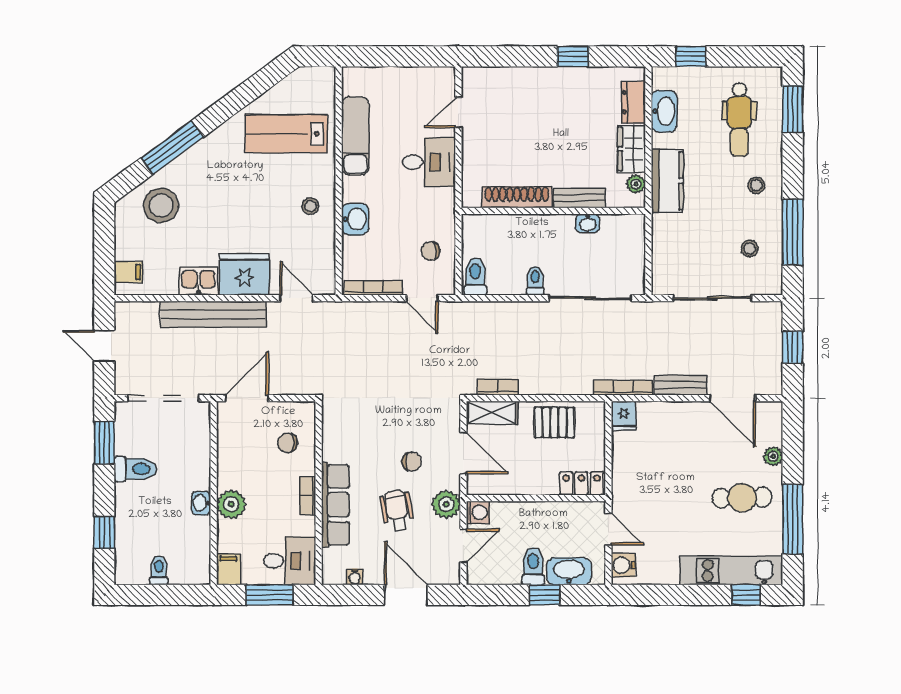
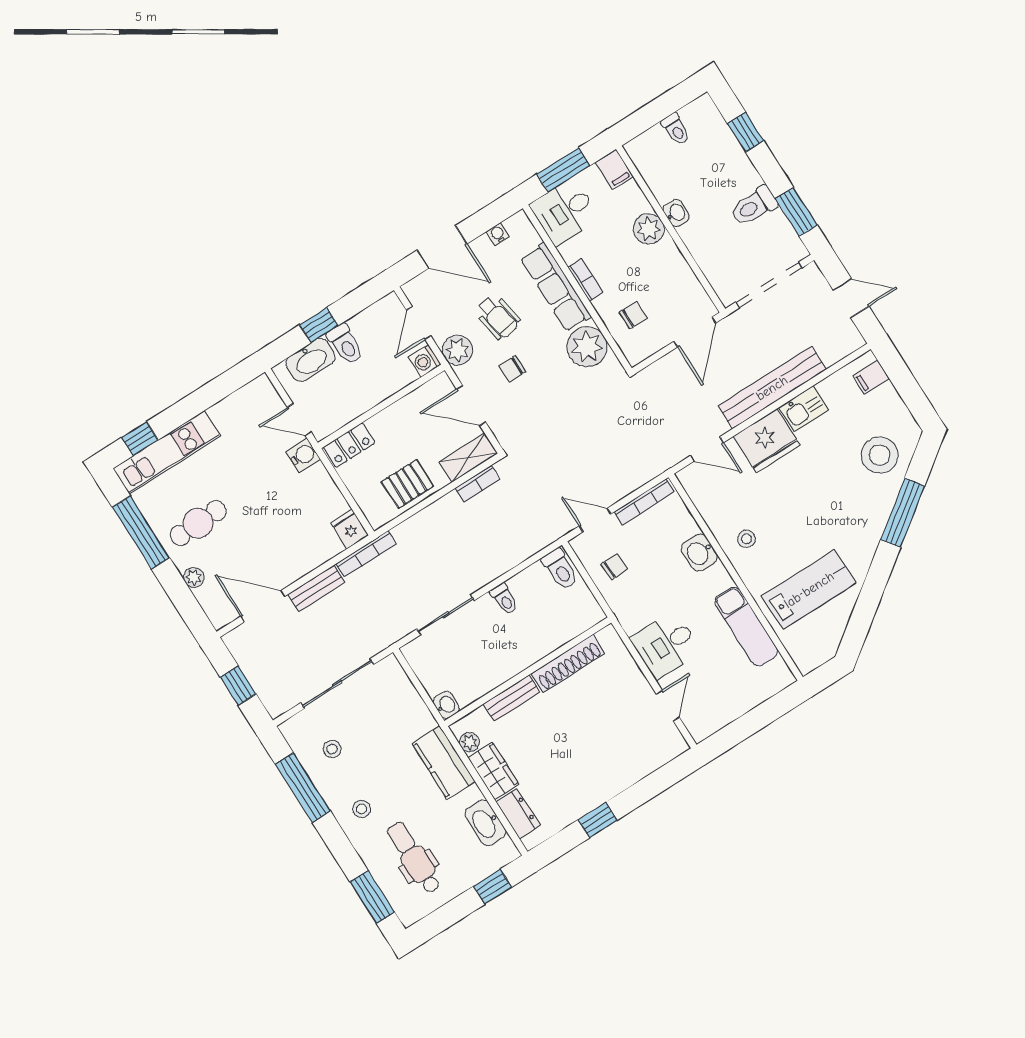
washbasin: (588, 223) -> (446, 705), moved, turned 90
sliding door: (590, 298) -> (446, 615), width x0.73
plant: (341, 441) -> (587, 347), added
water cooler: (623, 565) -> (303, 455), moved

